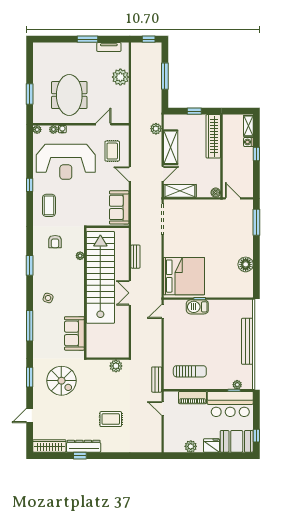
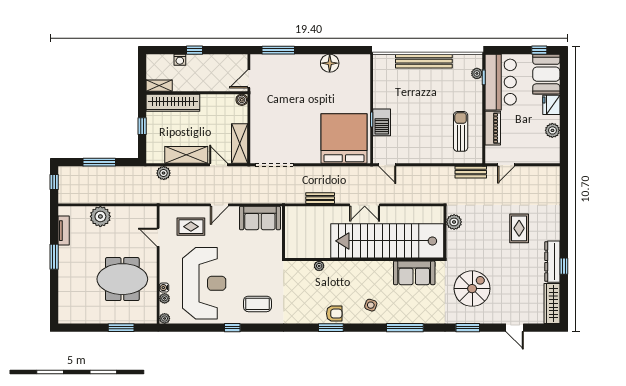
shelving: (248, 126) -> (159, 86), moved
armchair: (55, 242) -> (334, 314), moved
stairs: (100, 277) -> (387, 241), moved

